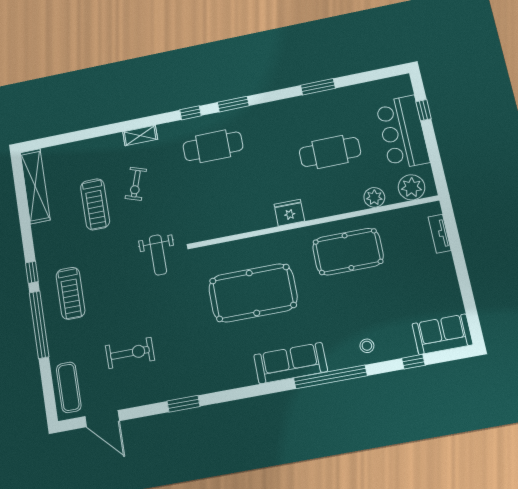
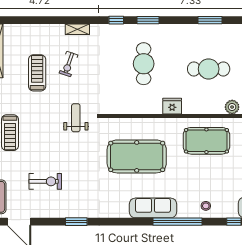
cafe table: (213, 146) -> (144, 64), moved, turned 90
treadmill: (95, 204) -> (37, 73), turned 180
weight bench: (158, 255) -> (76, 118), turned 180

